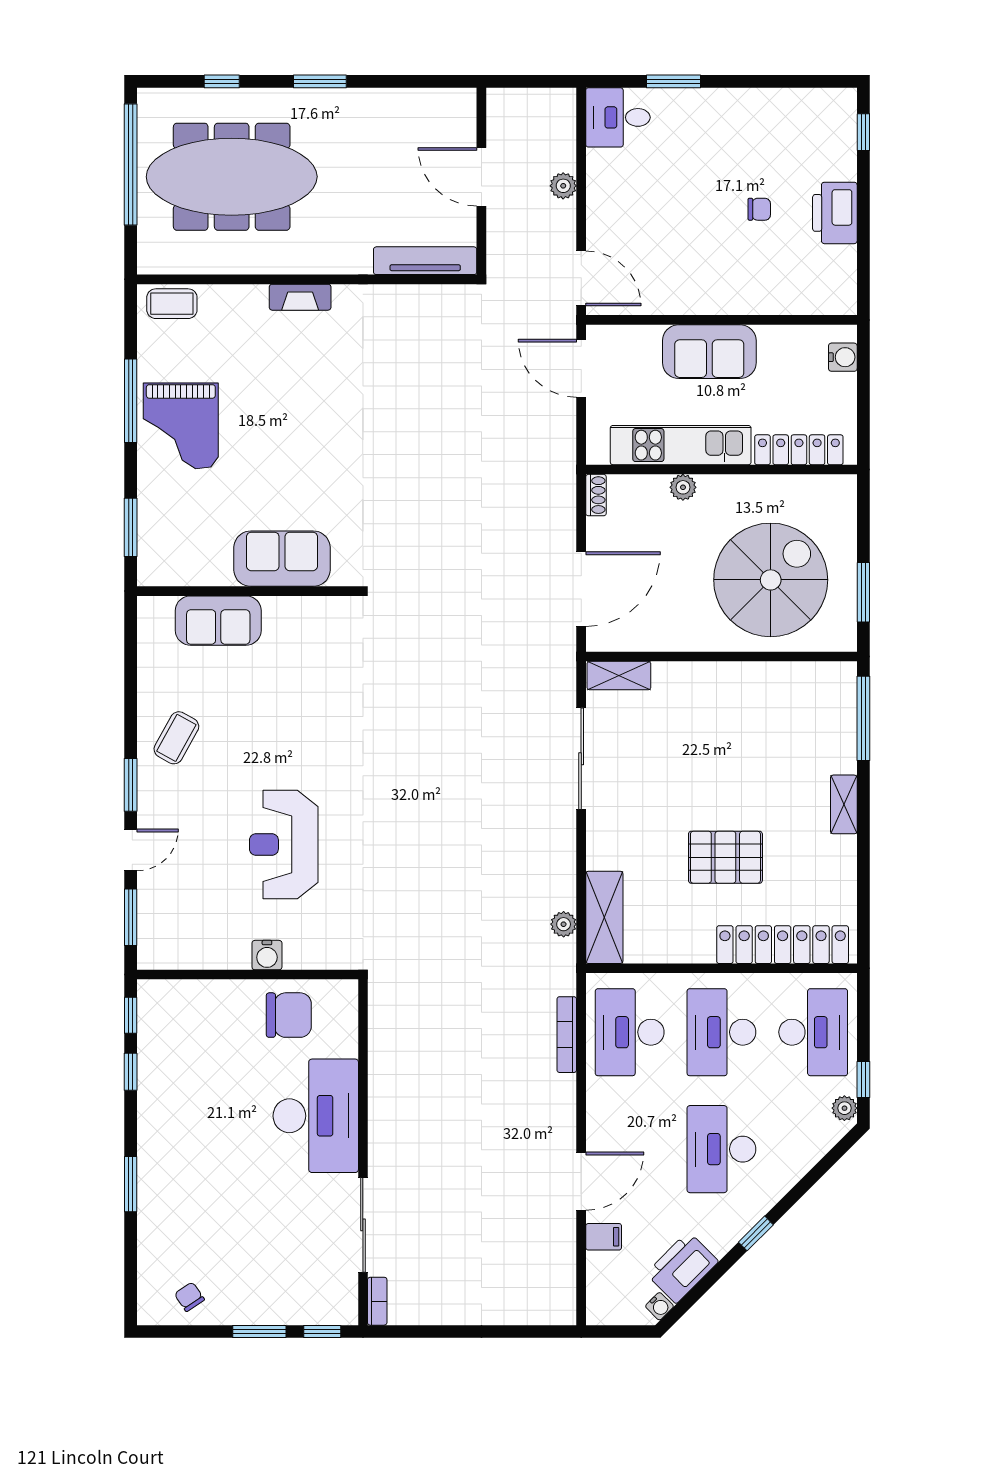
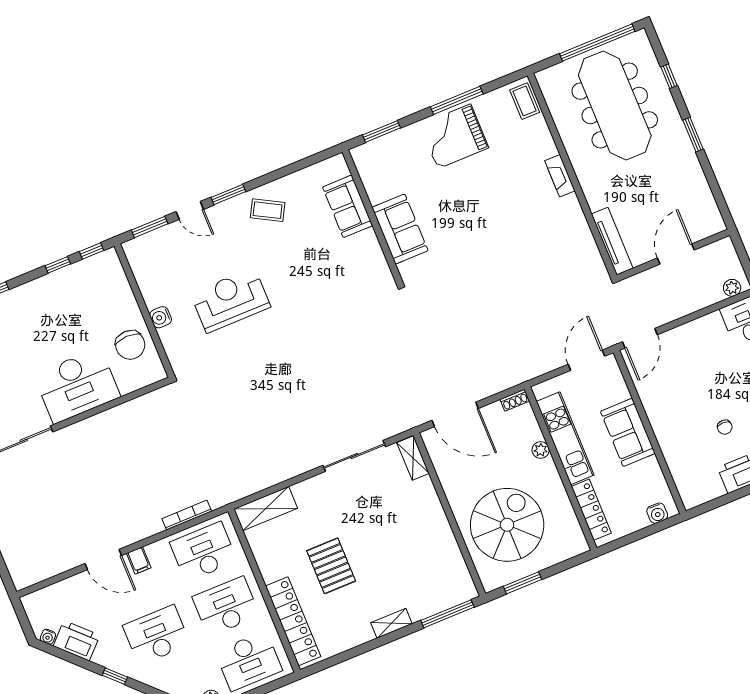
plant: (563, 186) -> (732, 288), moved
spiral stairs: (771, 580) -> (507, 525), turned -90
plant: (564, 924) -> (252, 486), removed
filing cabinet: (604, 1237) -> (139, 560), moved

